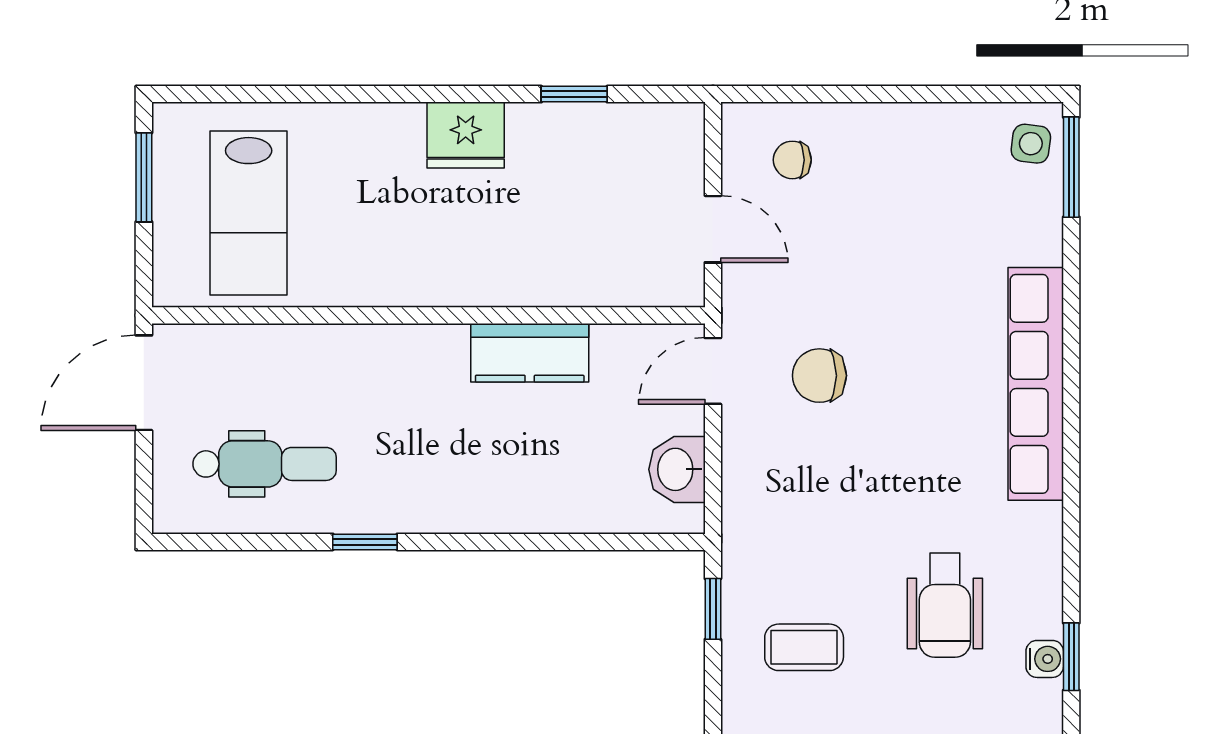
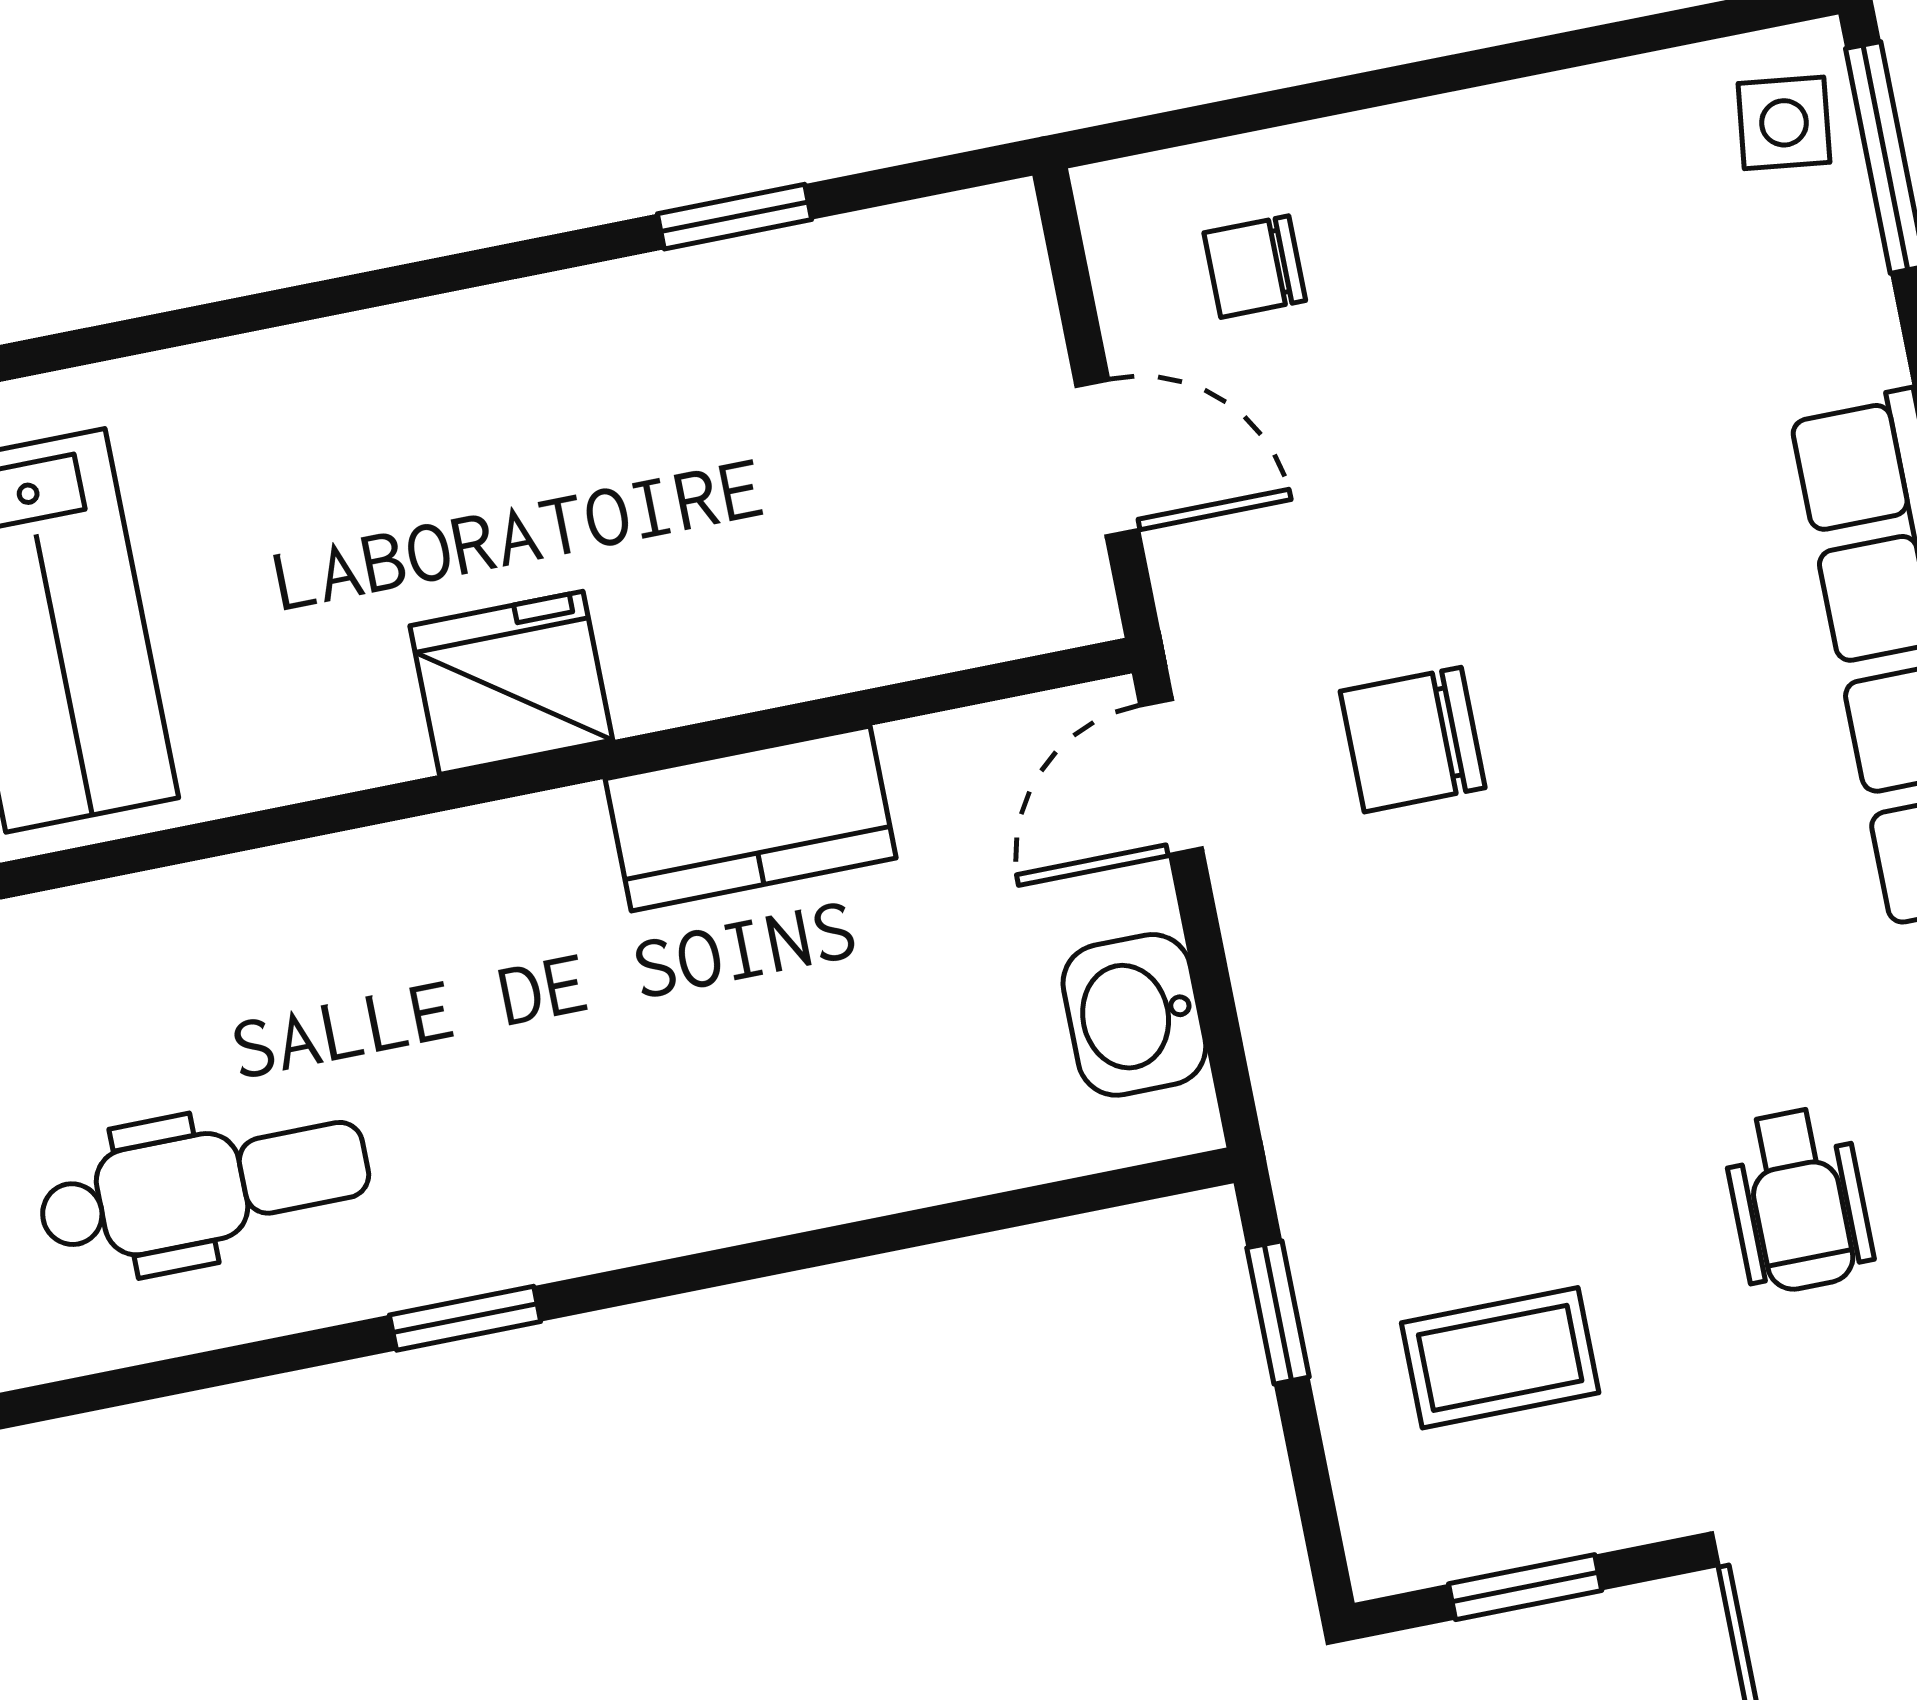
fridge: (466, 135) -> (511, 683), moved, turned 180
wheelchair: (945, 605) -> (1798, 1200), width x0.73, depth x0.73

